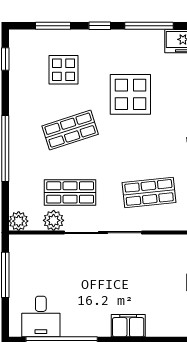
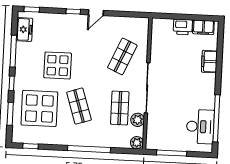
display table: (64, 70) -> (39, 108), width x1.86, depth x1.86
shop shelf: (149, 192) -> (122, 56), turned 30
desk: (41, 316) -> (200, 127), width x1.37
filing cabinet: (128, 326) -> (209, 62), moved

